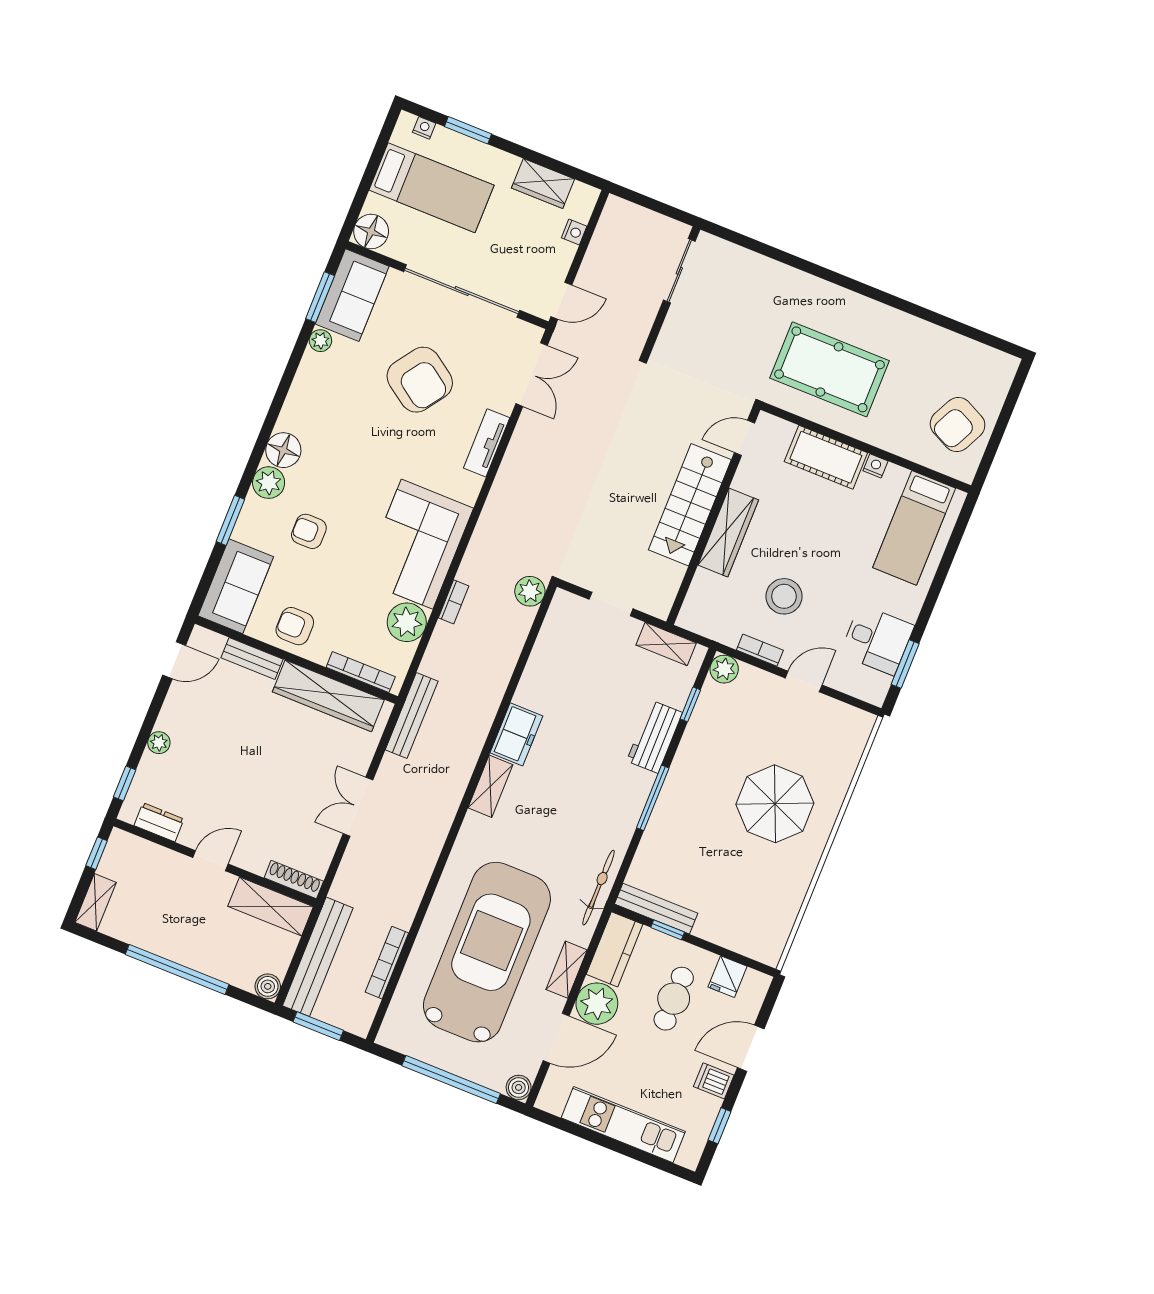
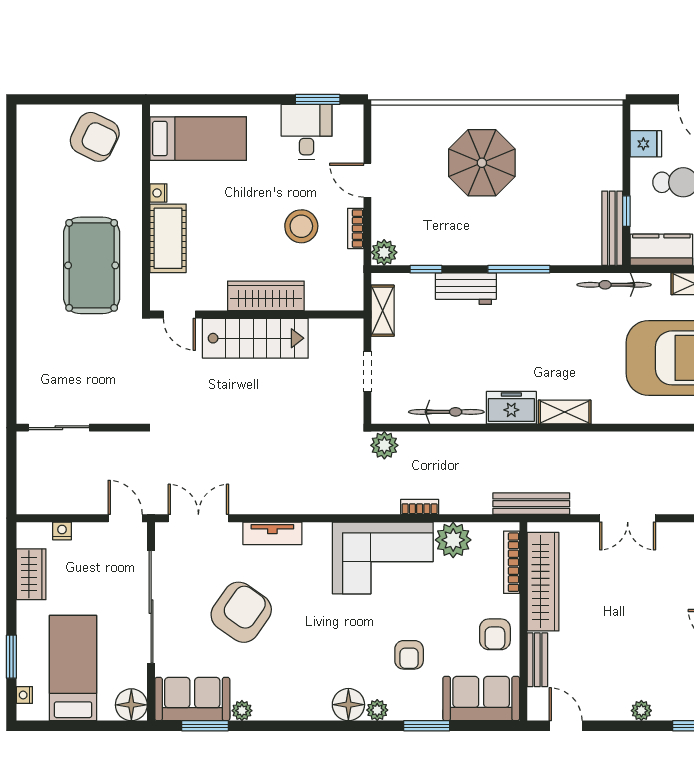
plant: (269, 483) -> (377, 710), width x0.73, depth x0.73
bicycle: (538, 667) -> (446, 412), added

